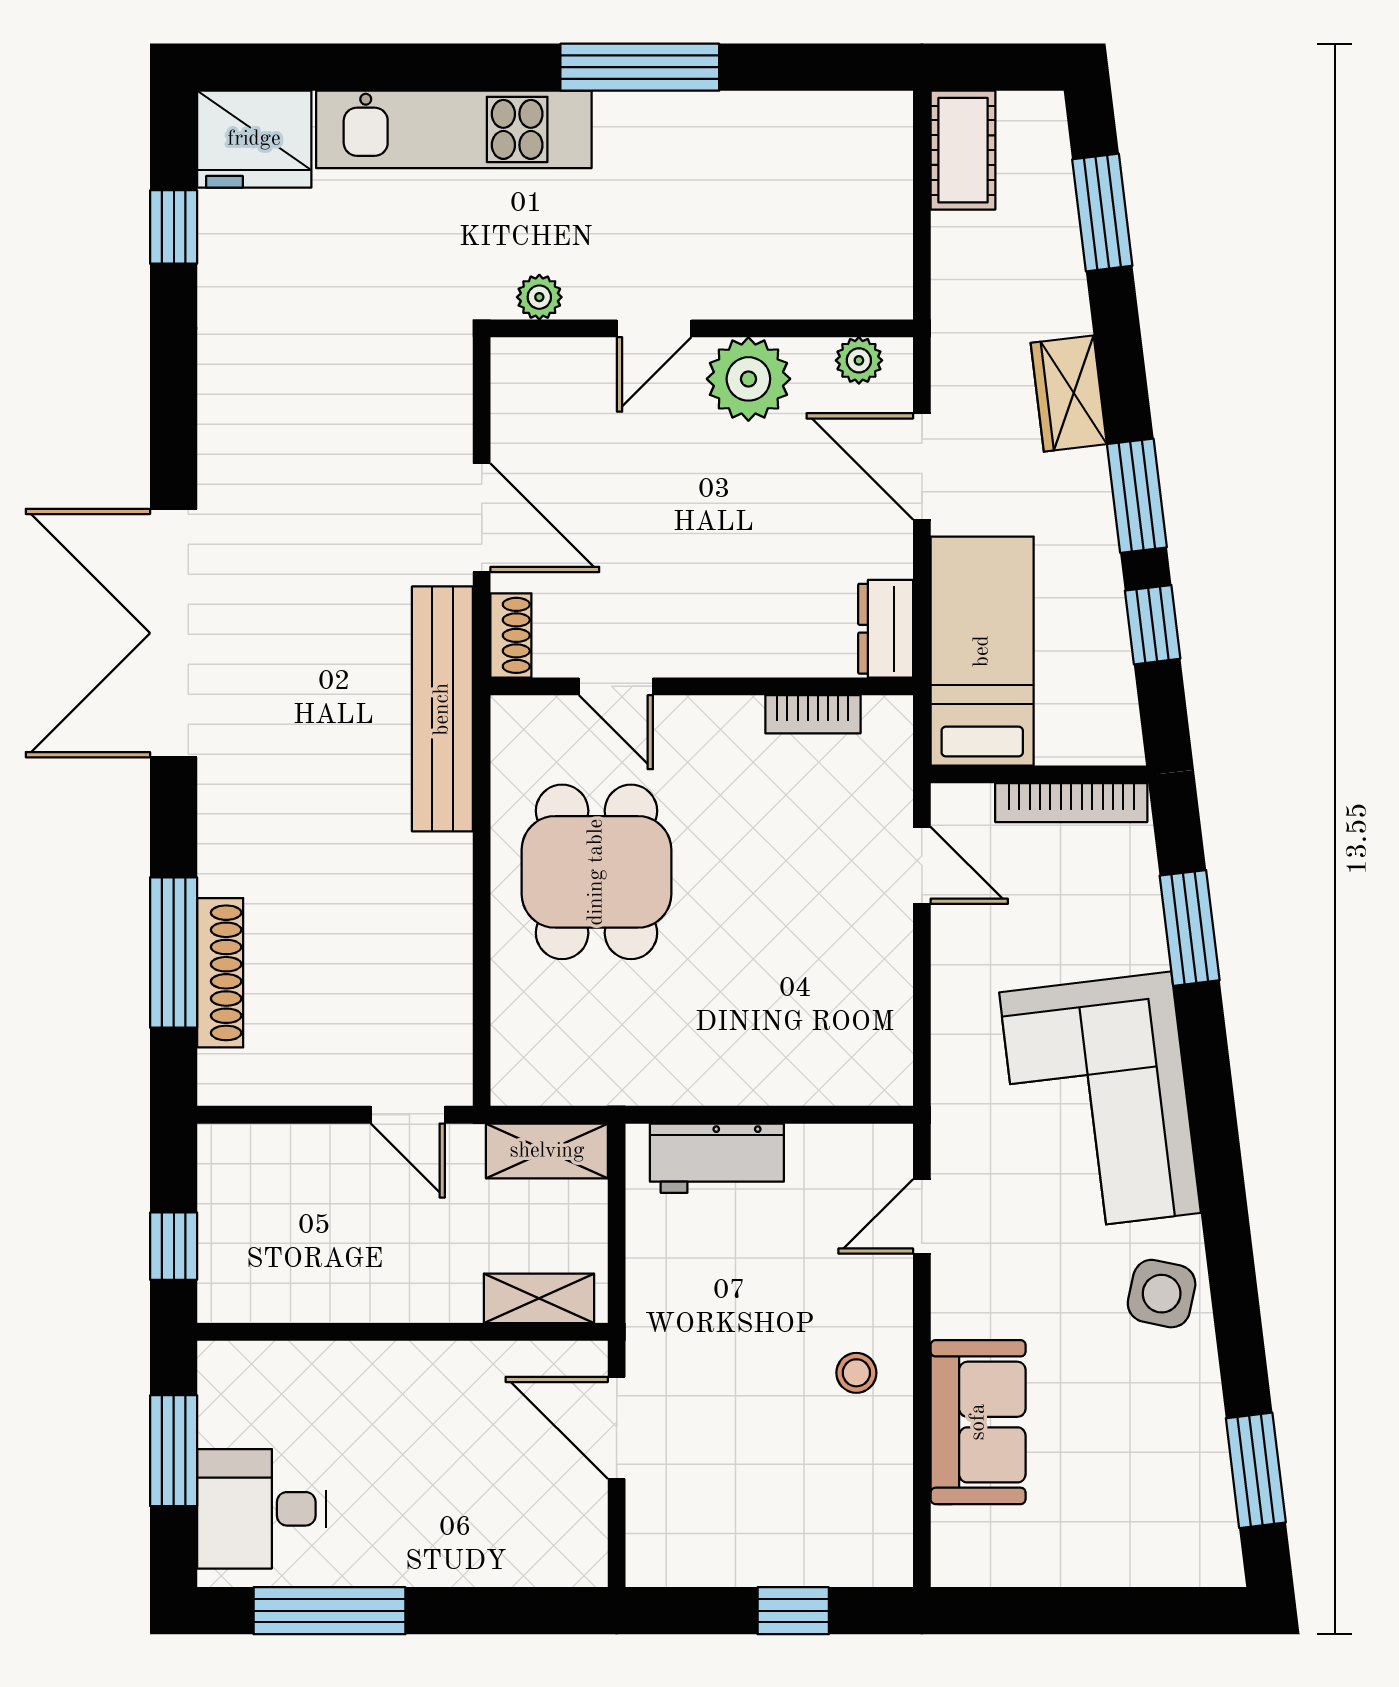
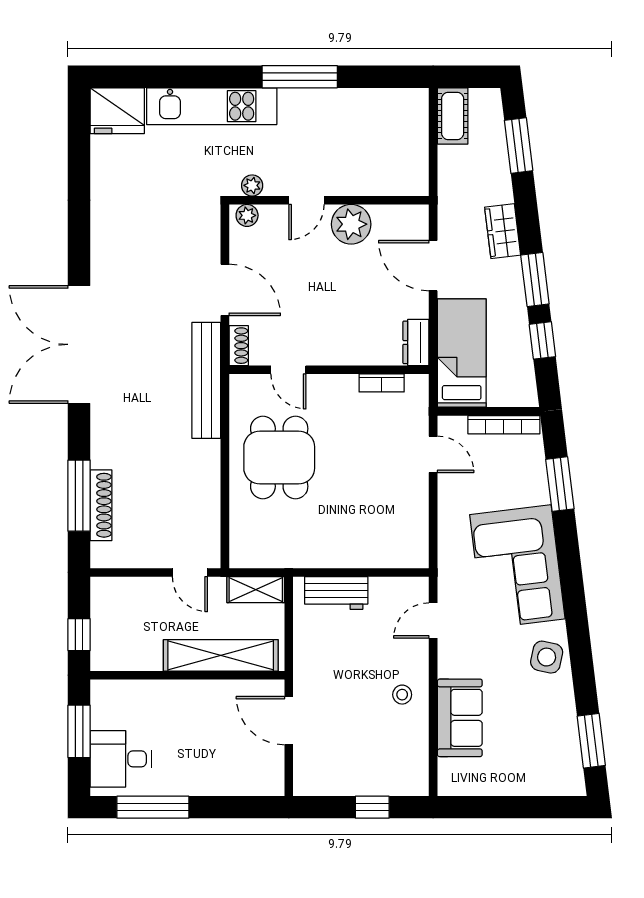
window: (174, 227) -> (79, 152), removed
plant: (859, 360) -> (247, 215), moved
shelving: (539, 1298) -> (221, 655), width x2.20, depth x1.33

